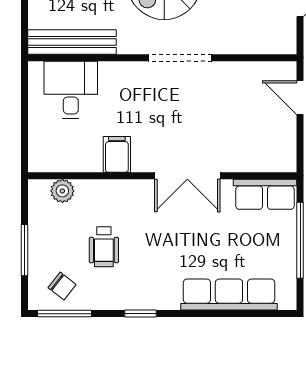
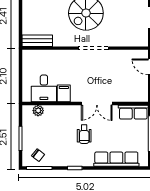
bench: (72, 42) -> (37, 41), width x0.73
desk: (71, 90) -> (44, 88), moved, turned 180
wheelchair: (104, 247) -> (84, 134), moved

